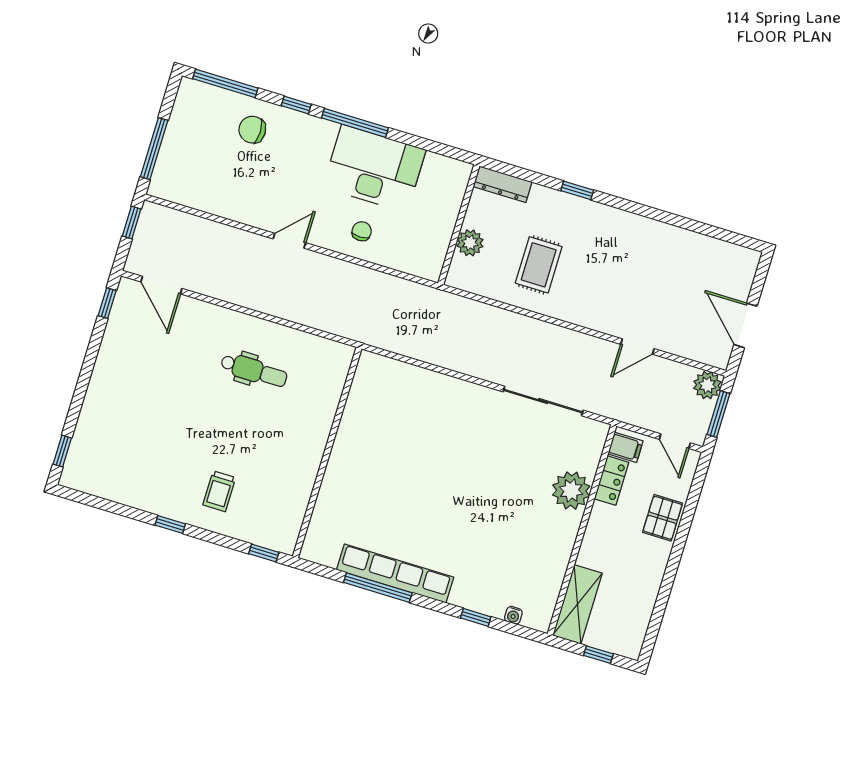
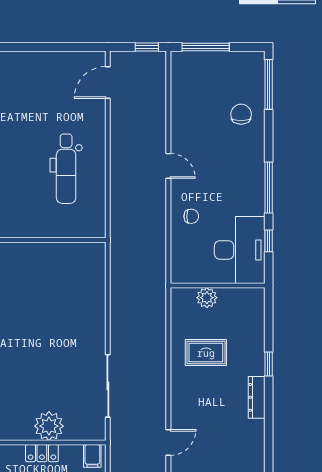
window: (296, 105) -> (269, 241), moved
desk: (374, 169) -> (240, 250), moved
dresser: (503, 184) -> (257, 397), moved
window: (107, 303) -> (83, 47), removed
door: (637, 347) -> (168, 442), swing flipped
dental chair: (254, 371) -> (66, 169), width x1.36, depth x1.38
locker: (611, 481) -> (42, 453), moved

